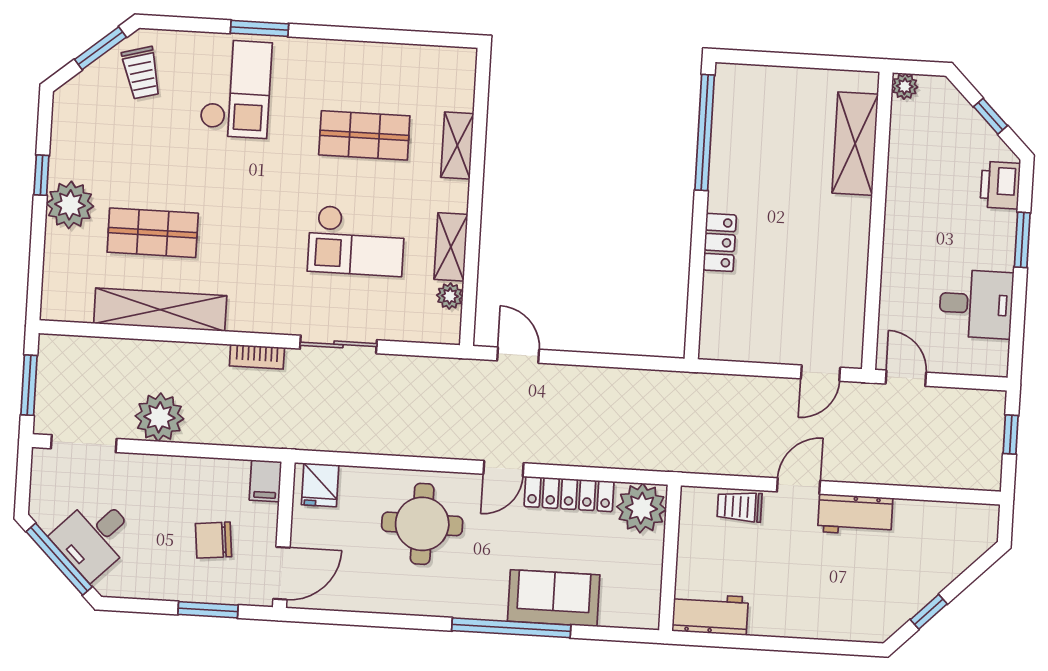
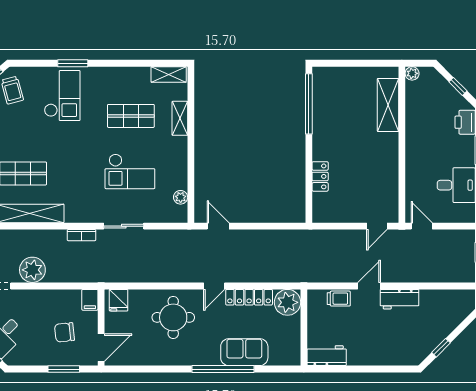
locker: (720, 242) -> (320, 176), moved
shelving: (451, 247) -> (169, 74), moved, turned 90
trolley: (740, 507) -> (339, 299), turned 180

